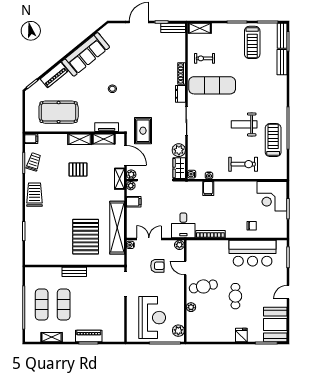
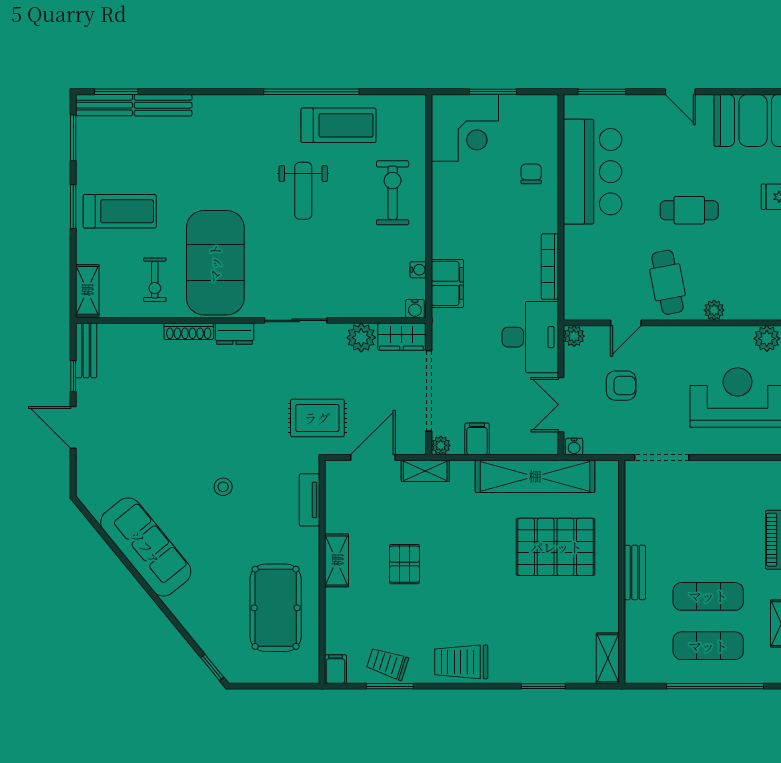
treadmill: (252, 42) -> (120, 211), moved
piano: (54, 75) -> (192, 618), removed
exercise mat: (212, 85) -> (215, 263), width x1.47
shelving: (104, 139) -> (608, 658), moved
treadmill: (273, 140) -> (339, 125), turned 180
plant: (131, 174) -> (416, 445), removed
filing cabinet: (208, 189) -> (447, 283), width x2.00
desk: (183, 225) -> (530, 337), width x1.37
armchair: (157, 266) -> (621, 386), turned 90

